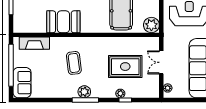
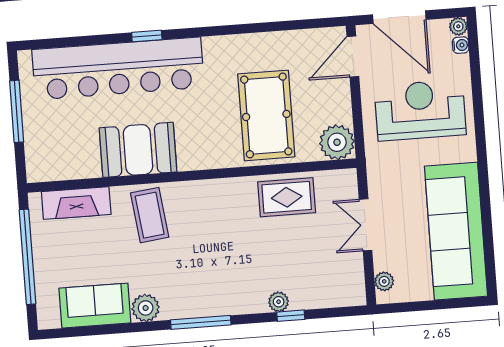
coffee table: (74, 63) -> (150, 215), moved
rug: (125, 67) -> (287, 197), moved, width x0.73, depth x0.70
sofa: (22, 83) -> (95, 306), moved, turned -90
plant: (84, 92) -> (146, 308), moved

